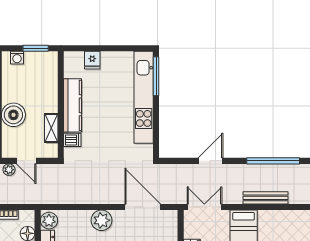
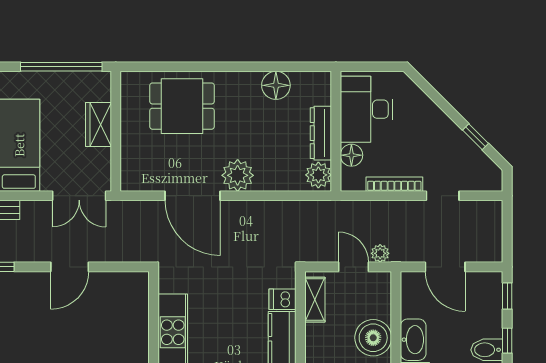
shelving: (51, 128) -> (315, 300), moved
door: (143, 207) -> (193, 196), moved

